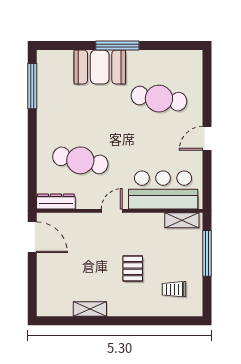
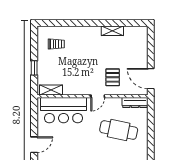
window: (207, 253) -> (34, 68), width x0.46
pallet: (133, 269) -> (113, 77), moved

